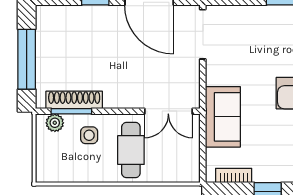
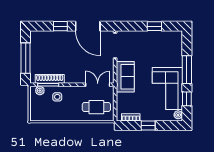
double door: (168, 111) -> (98, 85), swing flipped
sofa: (223, 117) -> (125, 77), moved
cafe table: (131, 150) -> (96, 107), moved, turned 90

